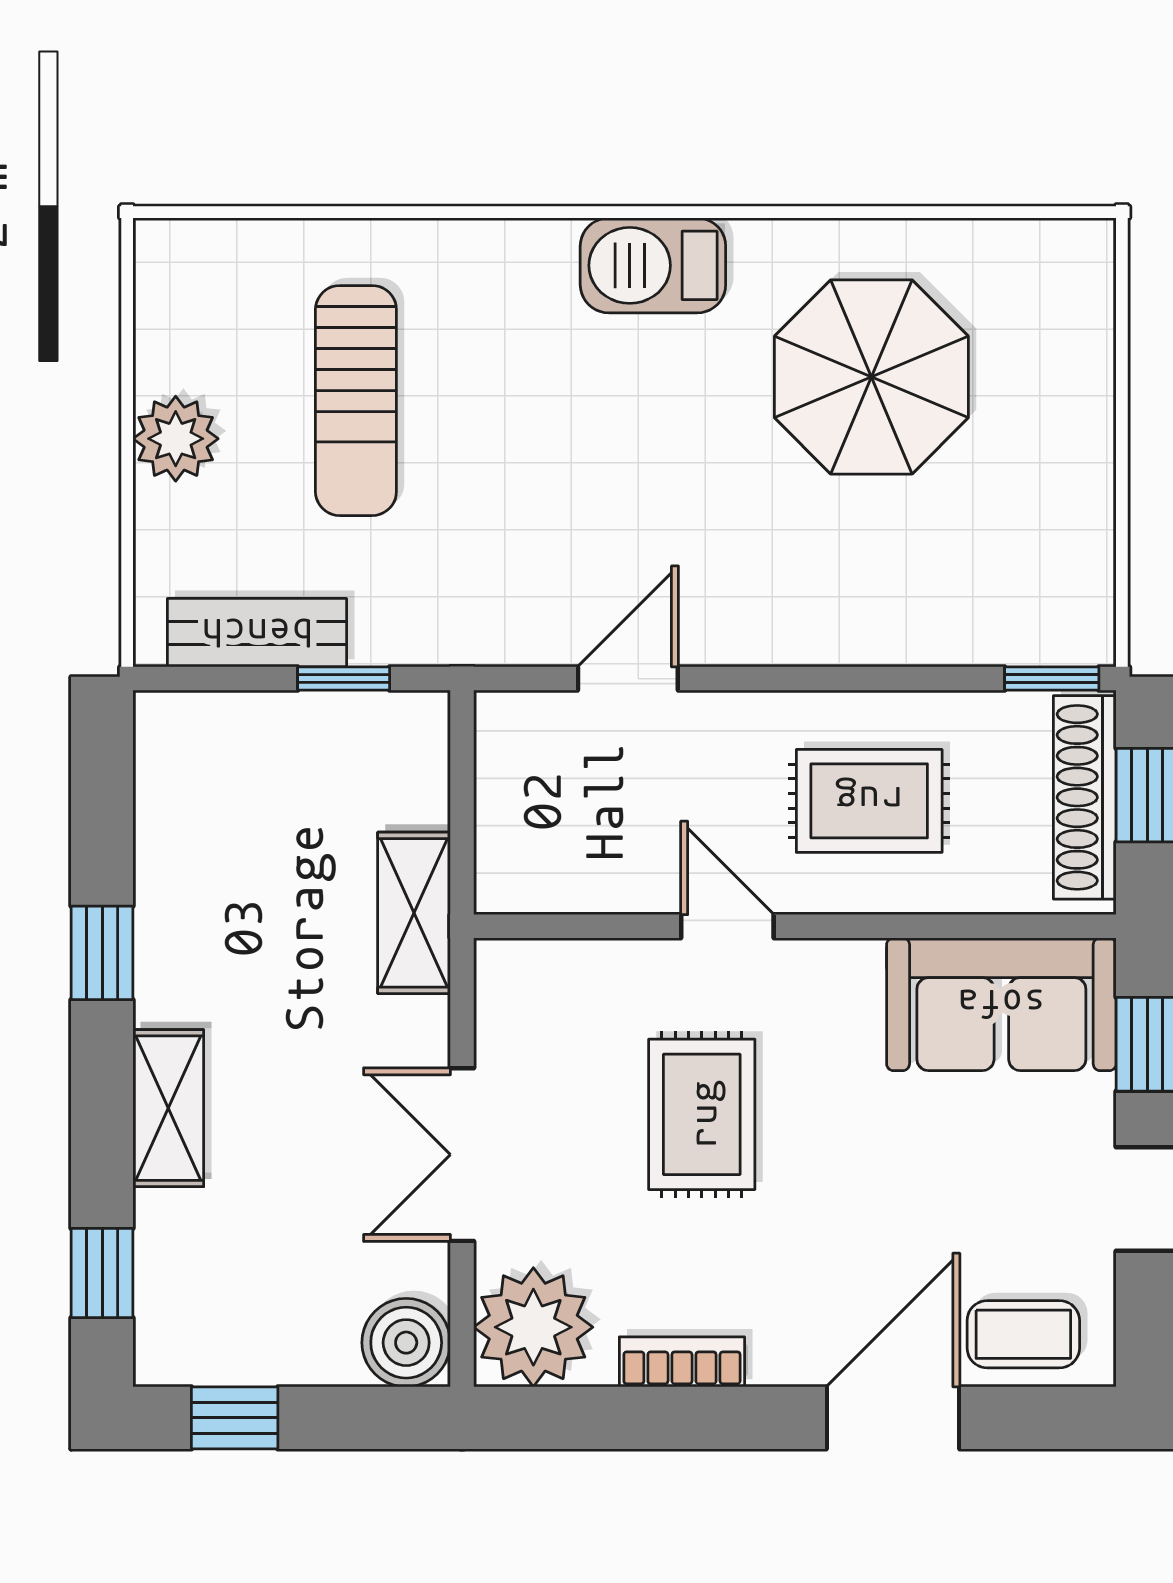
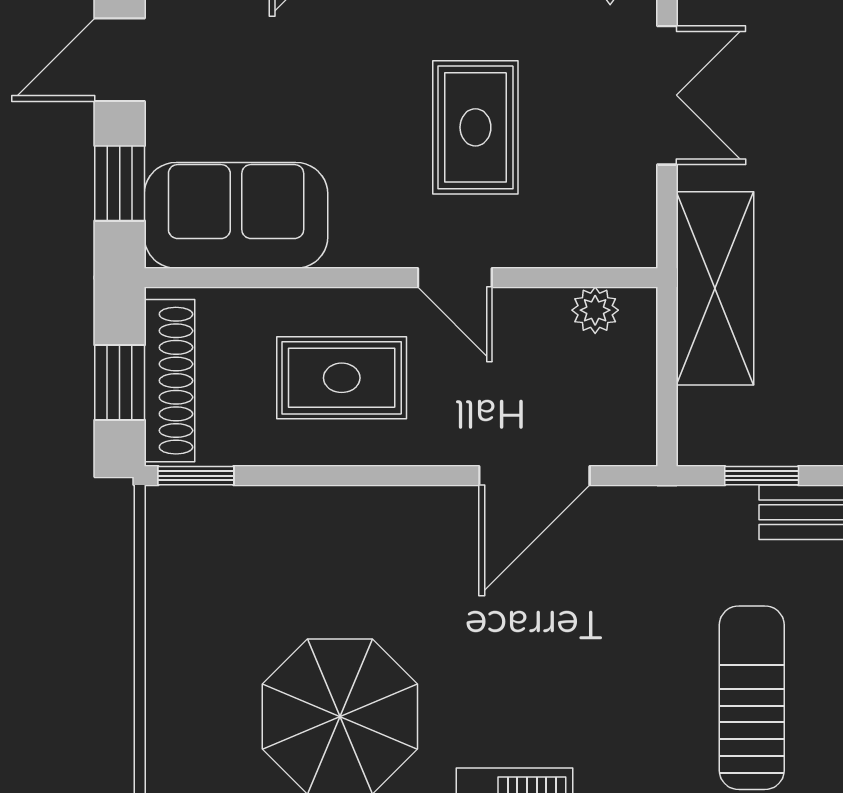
door: (628, 679) -> (534, 476), width x1.38
plant: (552, 885) -> (595, 310), added
shelving: (414, 913) -> (715, 288), width x1.50, depth x1.33

